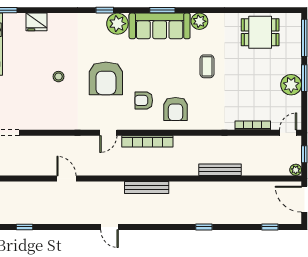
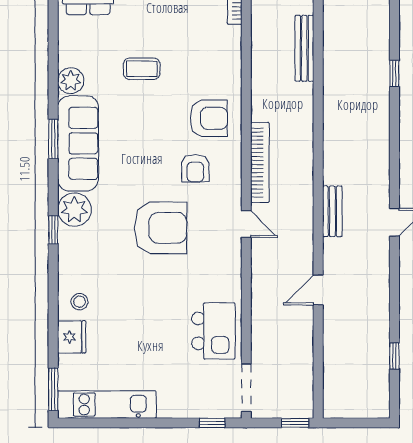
stool: (59, 77) -> (80, 302), moved
kitchen island: (40, 112) -> (213, 331), added
bench: (147, 187) -> (332, 211), moved, width x0.73

